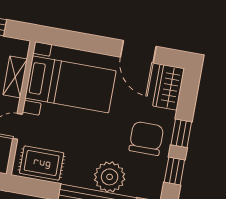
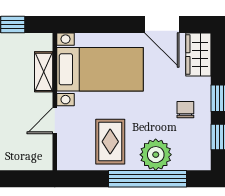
chair: (146, 138) -> (185, 110), width x0.54, depth x0.54
rug: (42, 163) -> (110, 142), moved, turned 90

